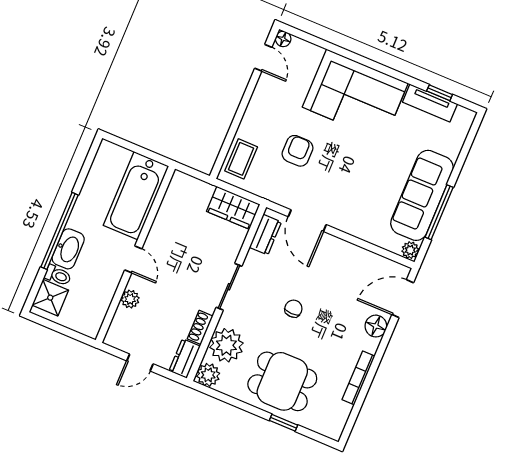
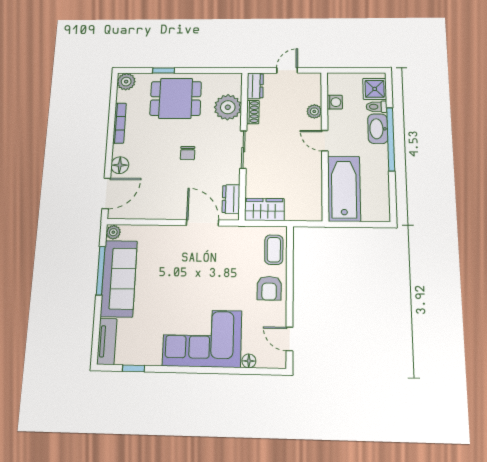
floor lamp: (283, 39) -> (249, 361), moved
tv unit: (430, 103) -> (107, 341), moved, turned 90
armchair: (297, 151) -> (269, 288), moved
washing machine: (102, 301) -> (335, 102), added
plant: (208, 375) -> (126, 82), moved

